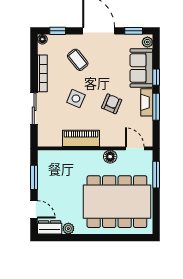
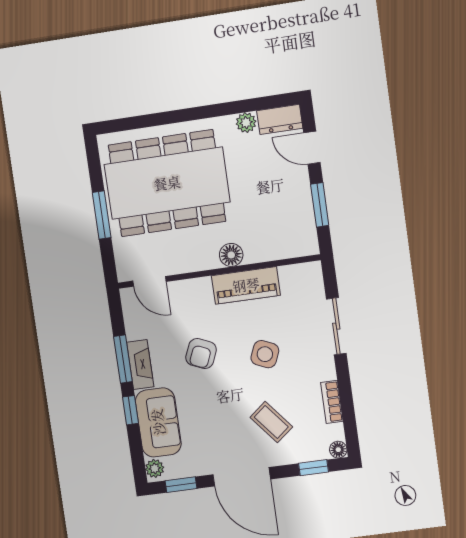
bookcase: (42, 73) -> (332, 402), width x0.64
floor lamp: (110, 157) -> (231, 255), moved
window: (156, 175) -> (102, 215), moved

